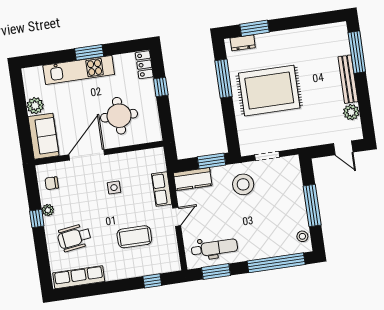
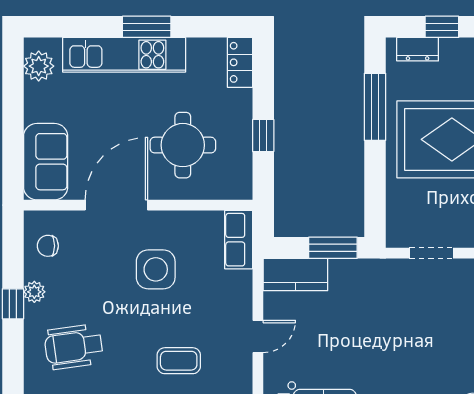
window: (254, 28) -> (442, 27), width x0.67
window: (161, 87) -> (263, 136), moved
plant: (35, 106) -> (39, 66), moved
stool: (243, 184) -> (382, 297), removed
side table: (114, 188) -> (156, 269), width x1.87, depth x1.87
row of seats: (162, 189) -> (239, 240), moved
coffee table: (134, 237) -> (179, 361), width x0.73, depth x0.77

